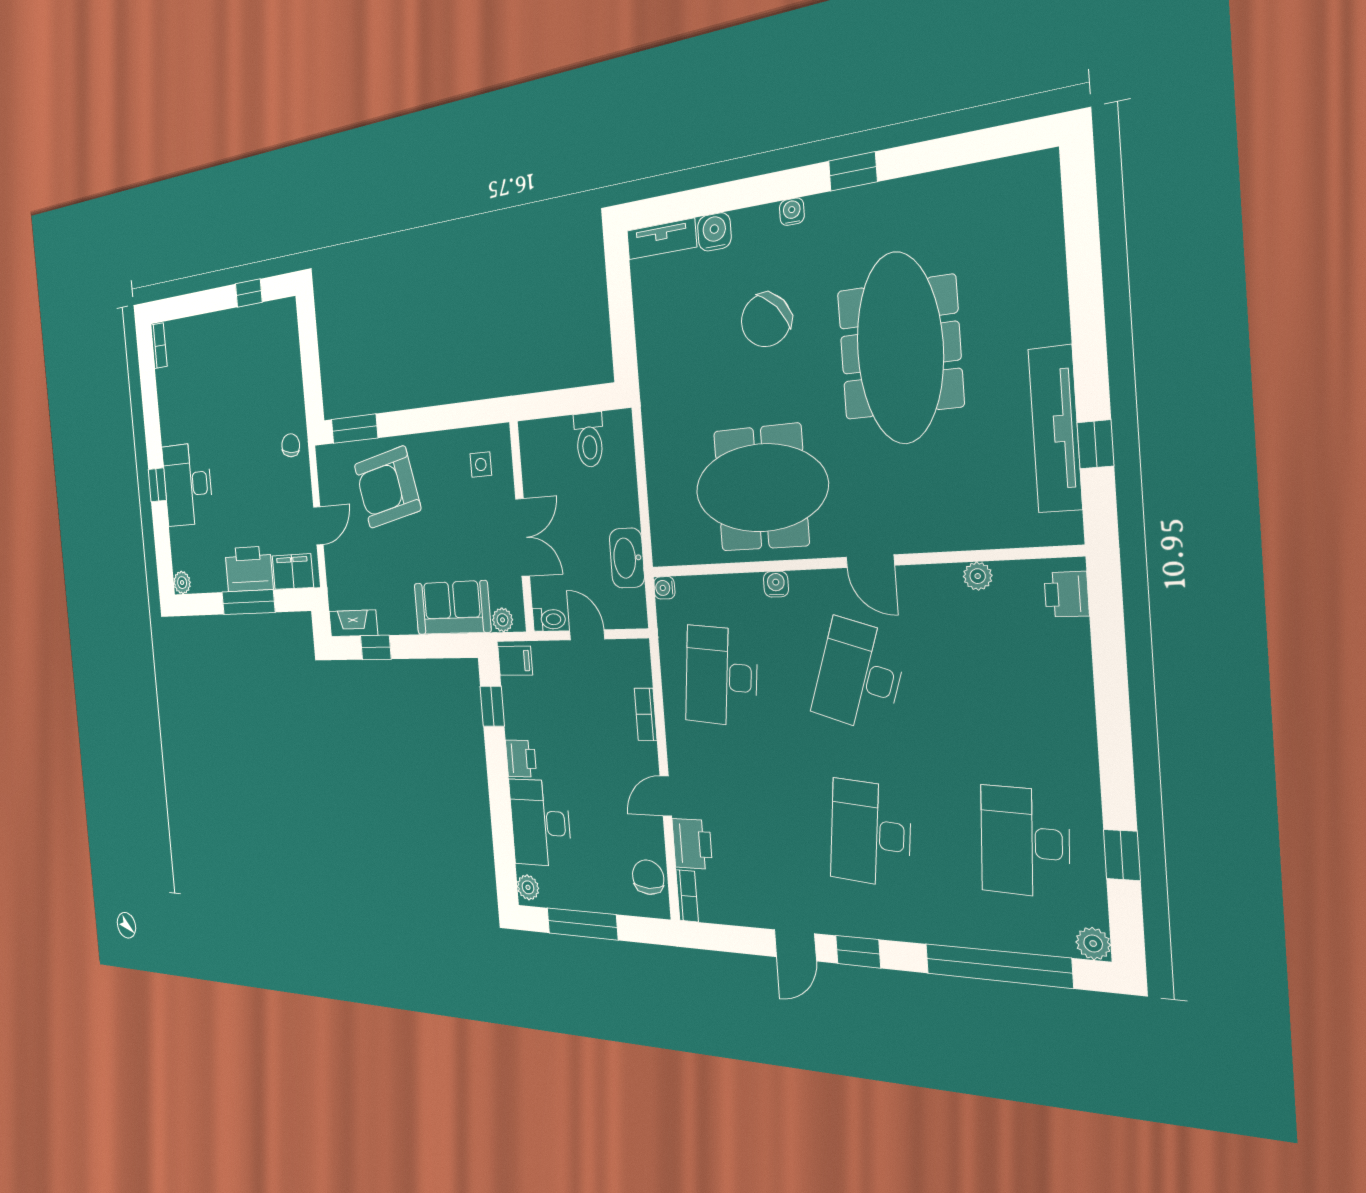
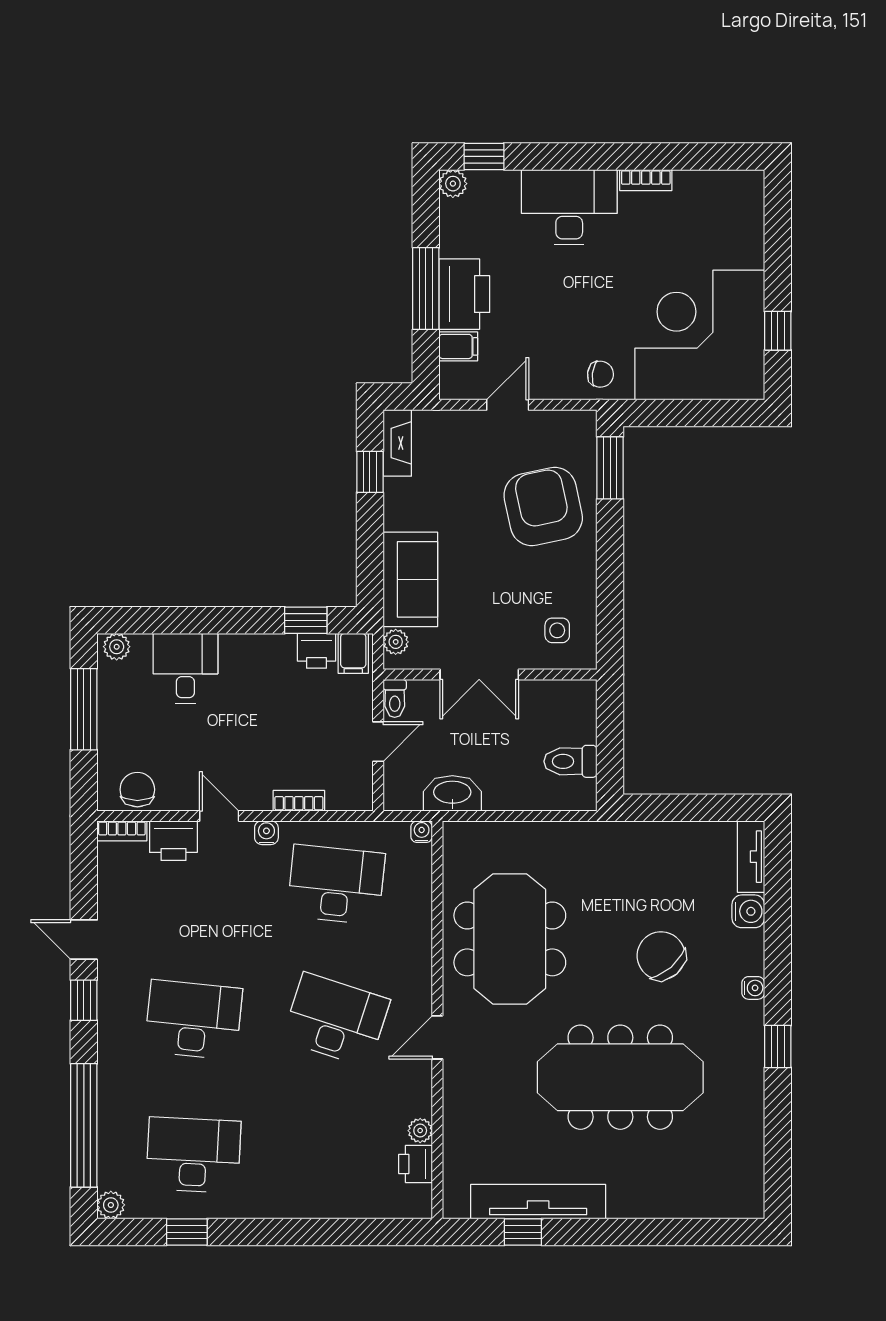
bookcase: (159, 346) -> (646, 180), moved
corner desk: (257, 361) -> (700, 335), added
window: (157, 485) -> (484, 156), moved
door: (318, 526) -> (508, 405), swing flipped
filing cabinet: (293, 572) -> (458, 346), width x0.50
water cooler: (776, 584) -> (266, 833), moved, turned -90
printer: (1067, 594) -> (416, 1164), moved, turned -90
printer: (521, 759) -> (317, 651), moved
desk: (540, 823) -> (185, 668), width x0.73
chair: (648, 877) -> (137, 790), turned -90

